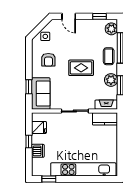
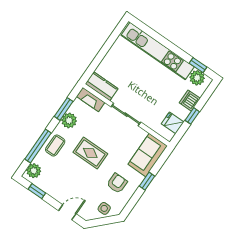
door: (69, 16) -> (67, 212), hinge flipped
window: (29, 87) -> (147, 181), moved
plant: (44, 170) -> (197, 78), added

